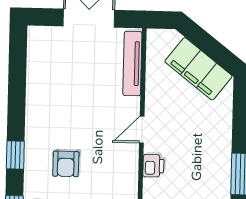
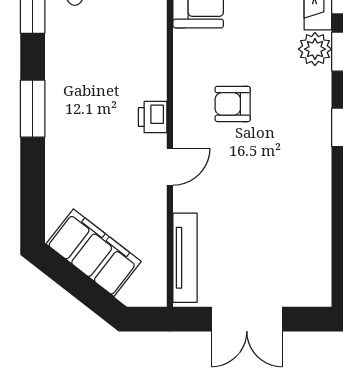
armchair: (66, 164) -> (233, 104), moved, turned -90

